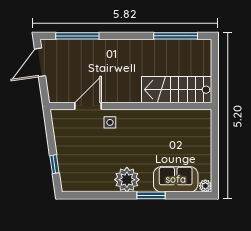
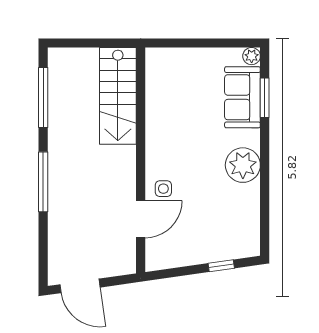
window: (77, 36) -> (43, 182), moved
door: (88, 106) -> (141, 219), swing flipped
window: (151, 195) -> (265, 98), moved

